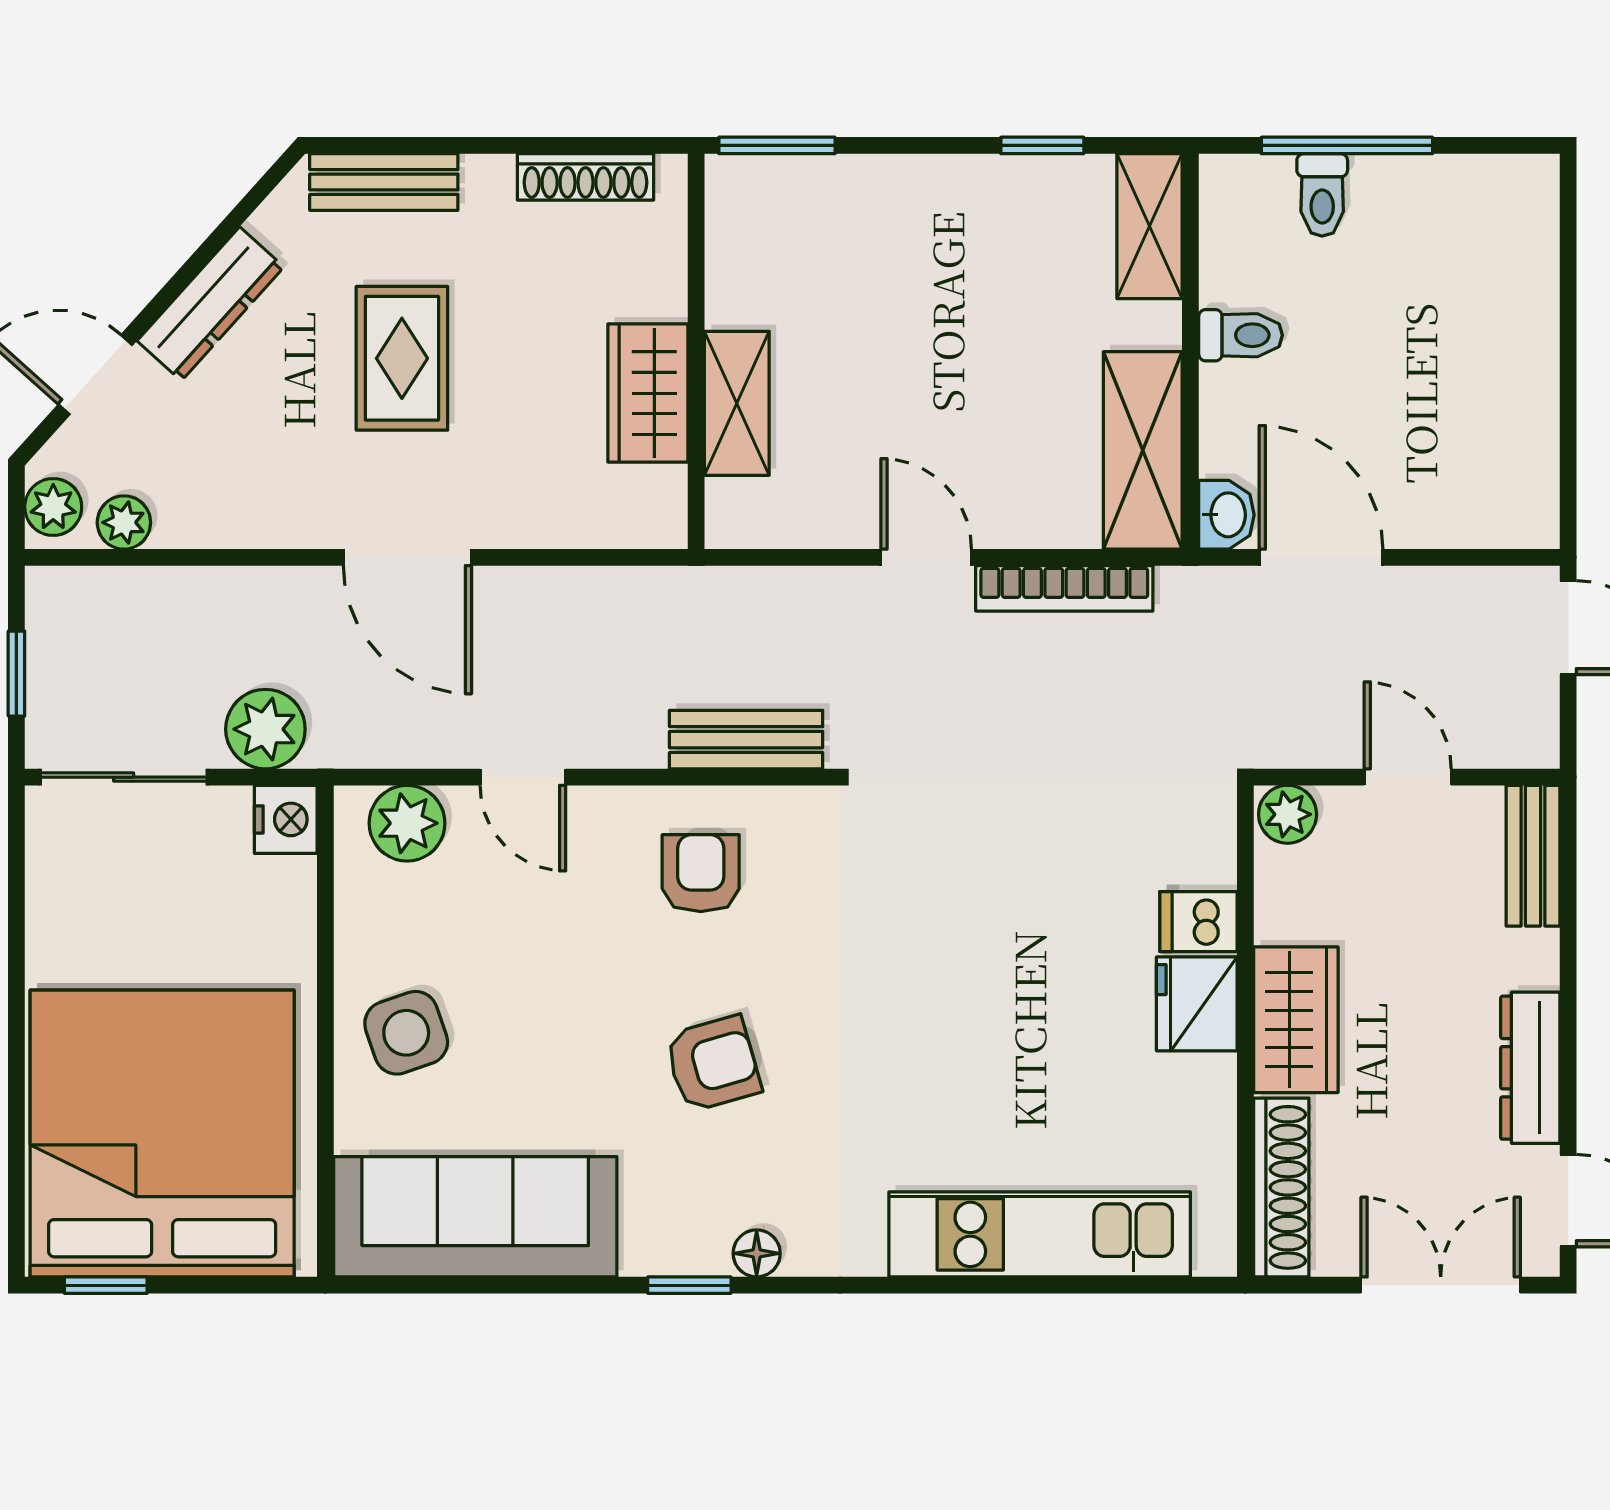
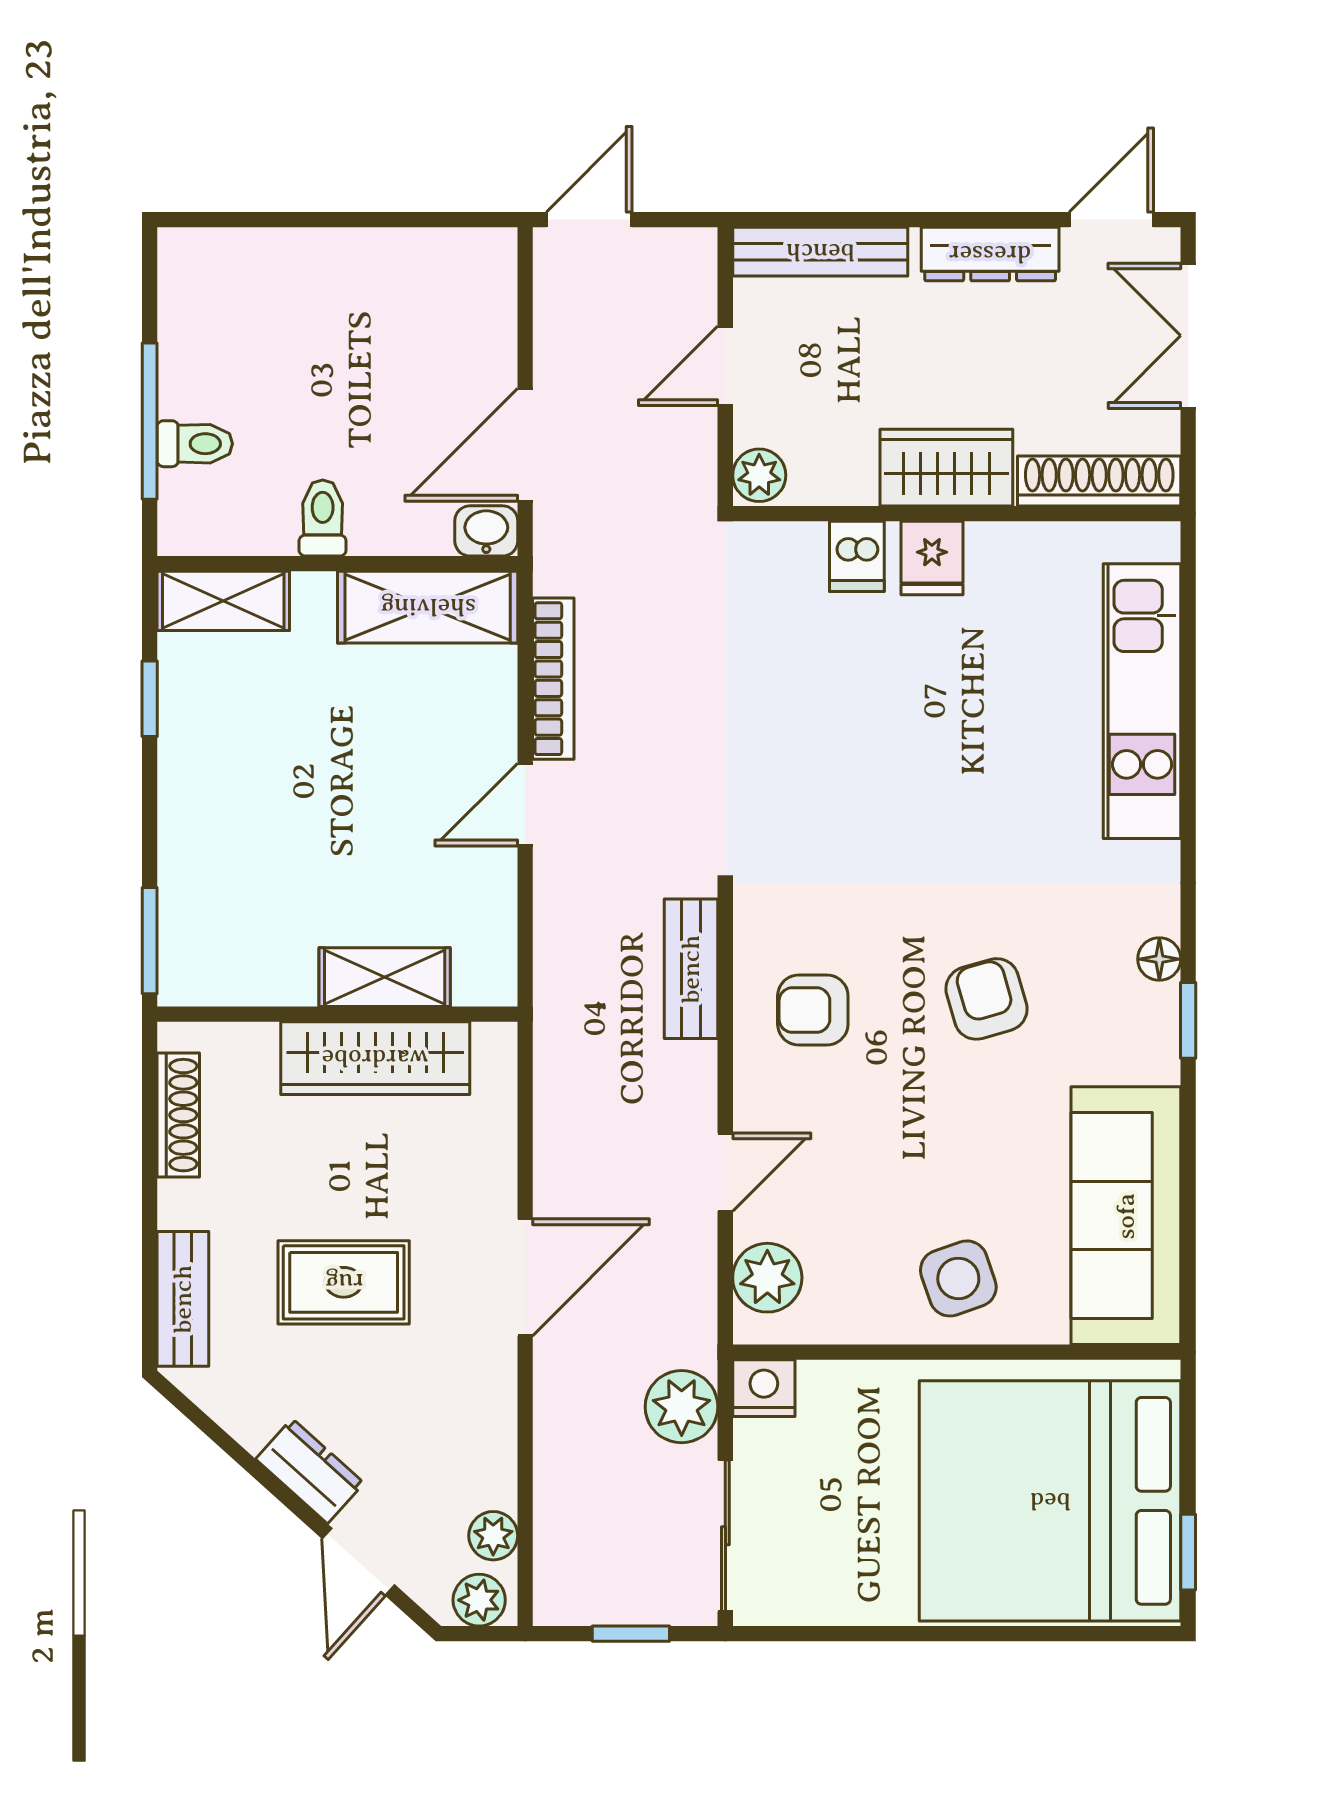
dresser: (211, 304) -> (310, 1471), width x0.70
wardrobe: (648, 393) -> (375, 1058), width x1.50
bench: (1533, 856) -> (820, 252), width x1.36
fridge: (1197, 1004) -> (932, 558), width x0.72

